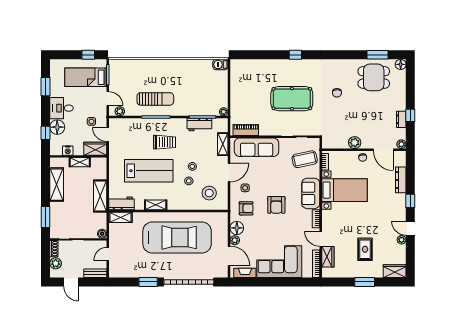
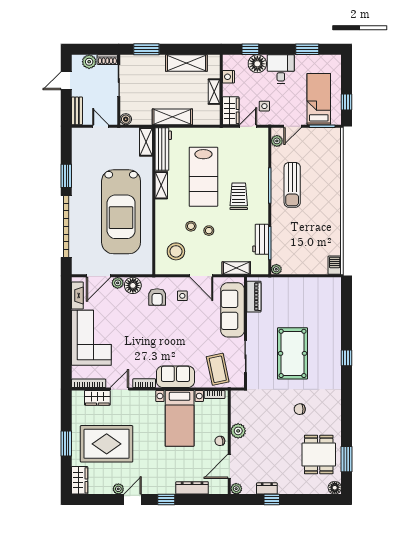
trolley: (165, 142) -> (239, 196), turned 180
workbench: (122, 203) -> (163, 149), width x1.38
armchair: (276, 205) -> (161, 334), removed
rug: (365, 249) -> (107, 444), width x1.86, depth x2.06

